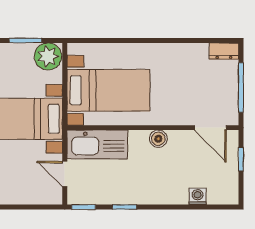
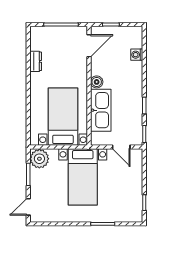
dresser: (224, 51) -> (36, 61), moved
kitchen sink: (97, 144) -> (101, 110), moved
door: (65, 174) -> (121, 147), hinge flipped

